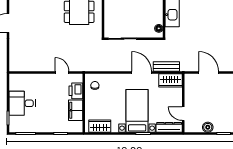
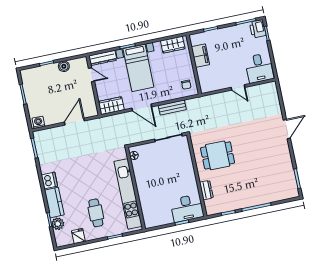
bench: (166, 66) -> (172, 107), moved
door: (62, 73) -> (238, 87), moved
door: (209, 73) -> (74, 122), swing flipped
printer: (76, 91) -> (258, 29), moved, turned 180
desk: (22, 103) -> (259, 68), moved, turned 90

